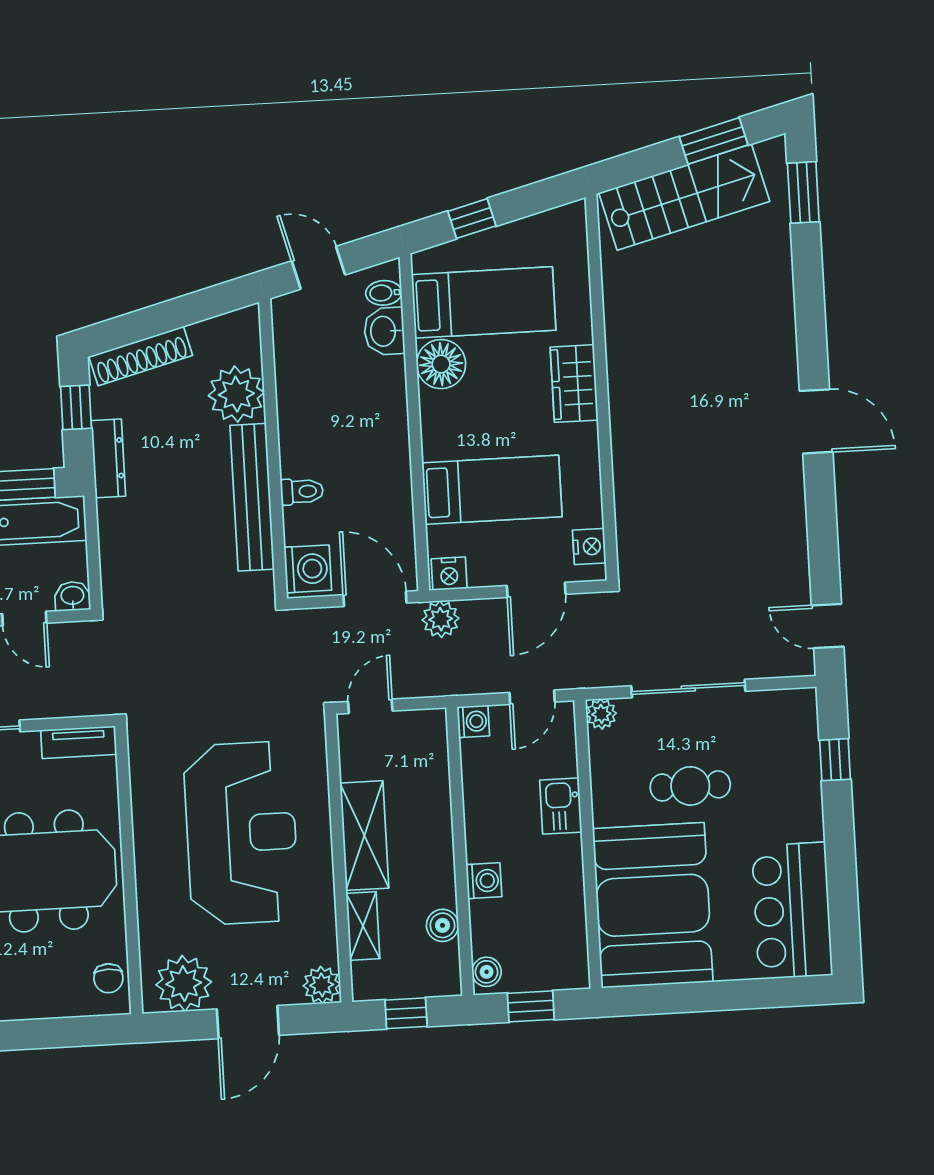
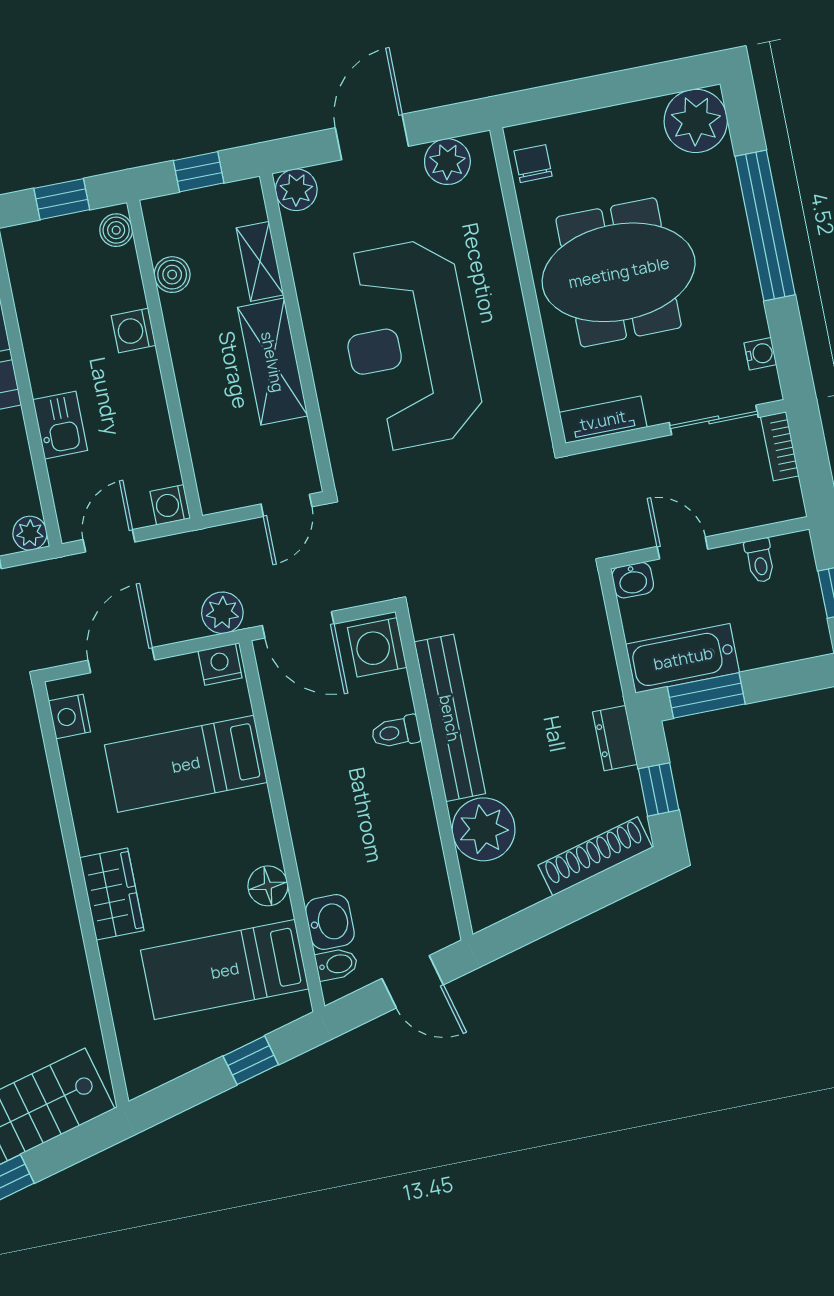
floor lamp: (441, 364) -> (268, 886), width x0.73, depth x0.73
dresser: (108, 458) -> (615, 738), width x0.70
plant: (184, 983) -> (447, 162), width x0.73, depth x0.73

